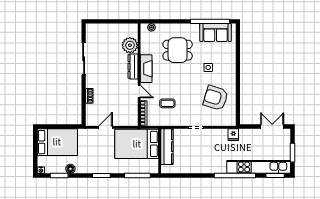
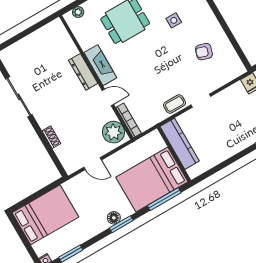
plant: (130, 45) -> (114, 132), moved
armchair: (216, 98) -> (204, 52), width x0.53, depth x0.53
coffee table: (167, 103) -> (175, 104), moved
door: (106, 127) -> (93, 164), swing flipped
bed: (137, 144) -> (152, 180), moved
floor lamp: (70, 169) -> (114, 218), moved

